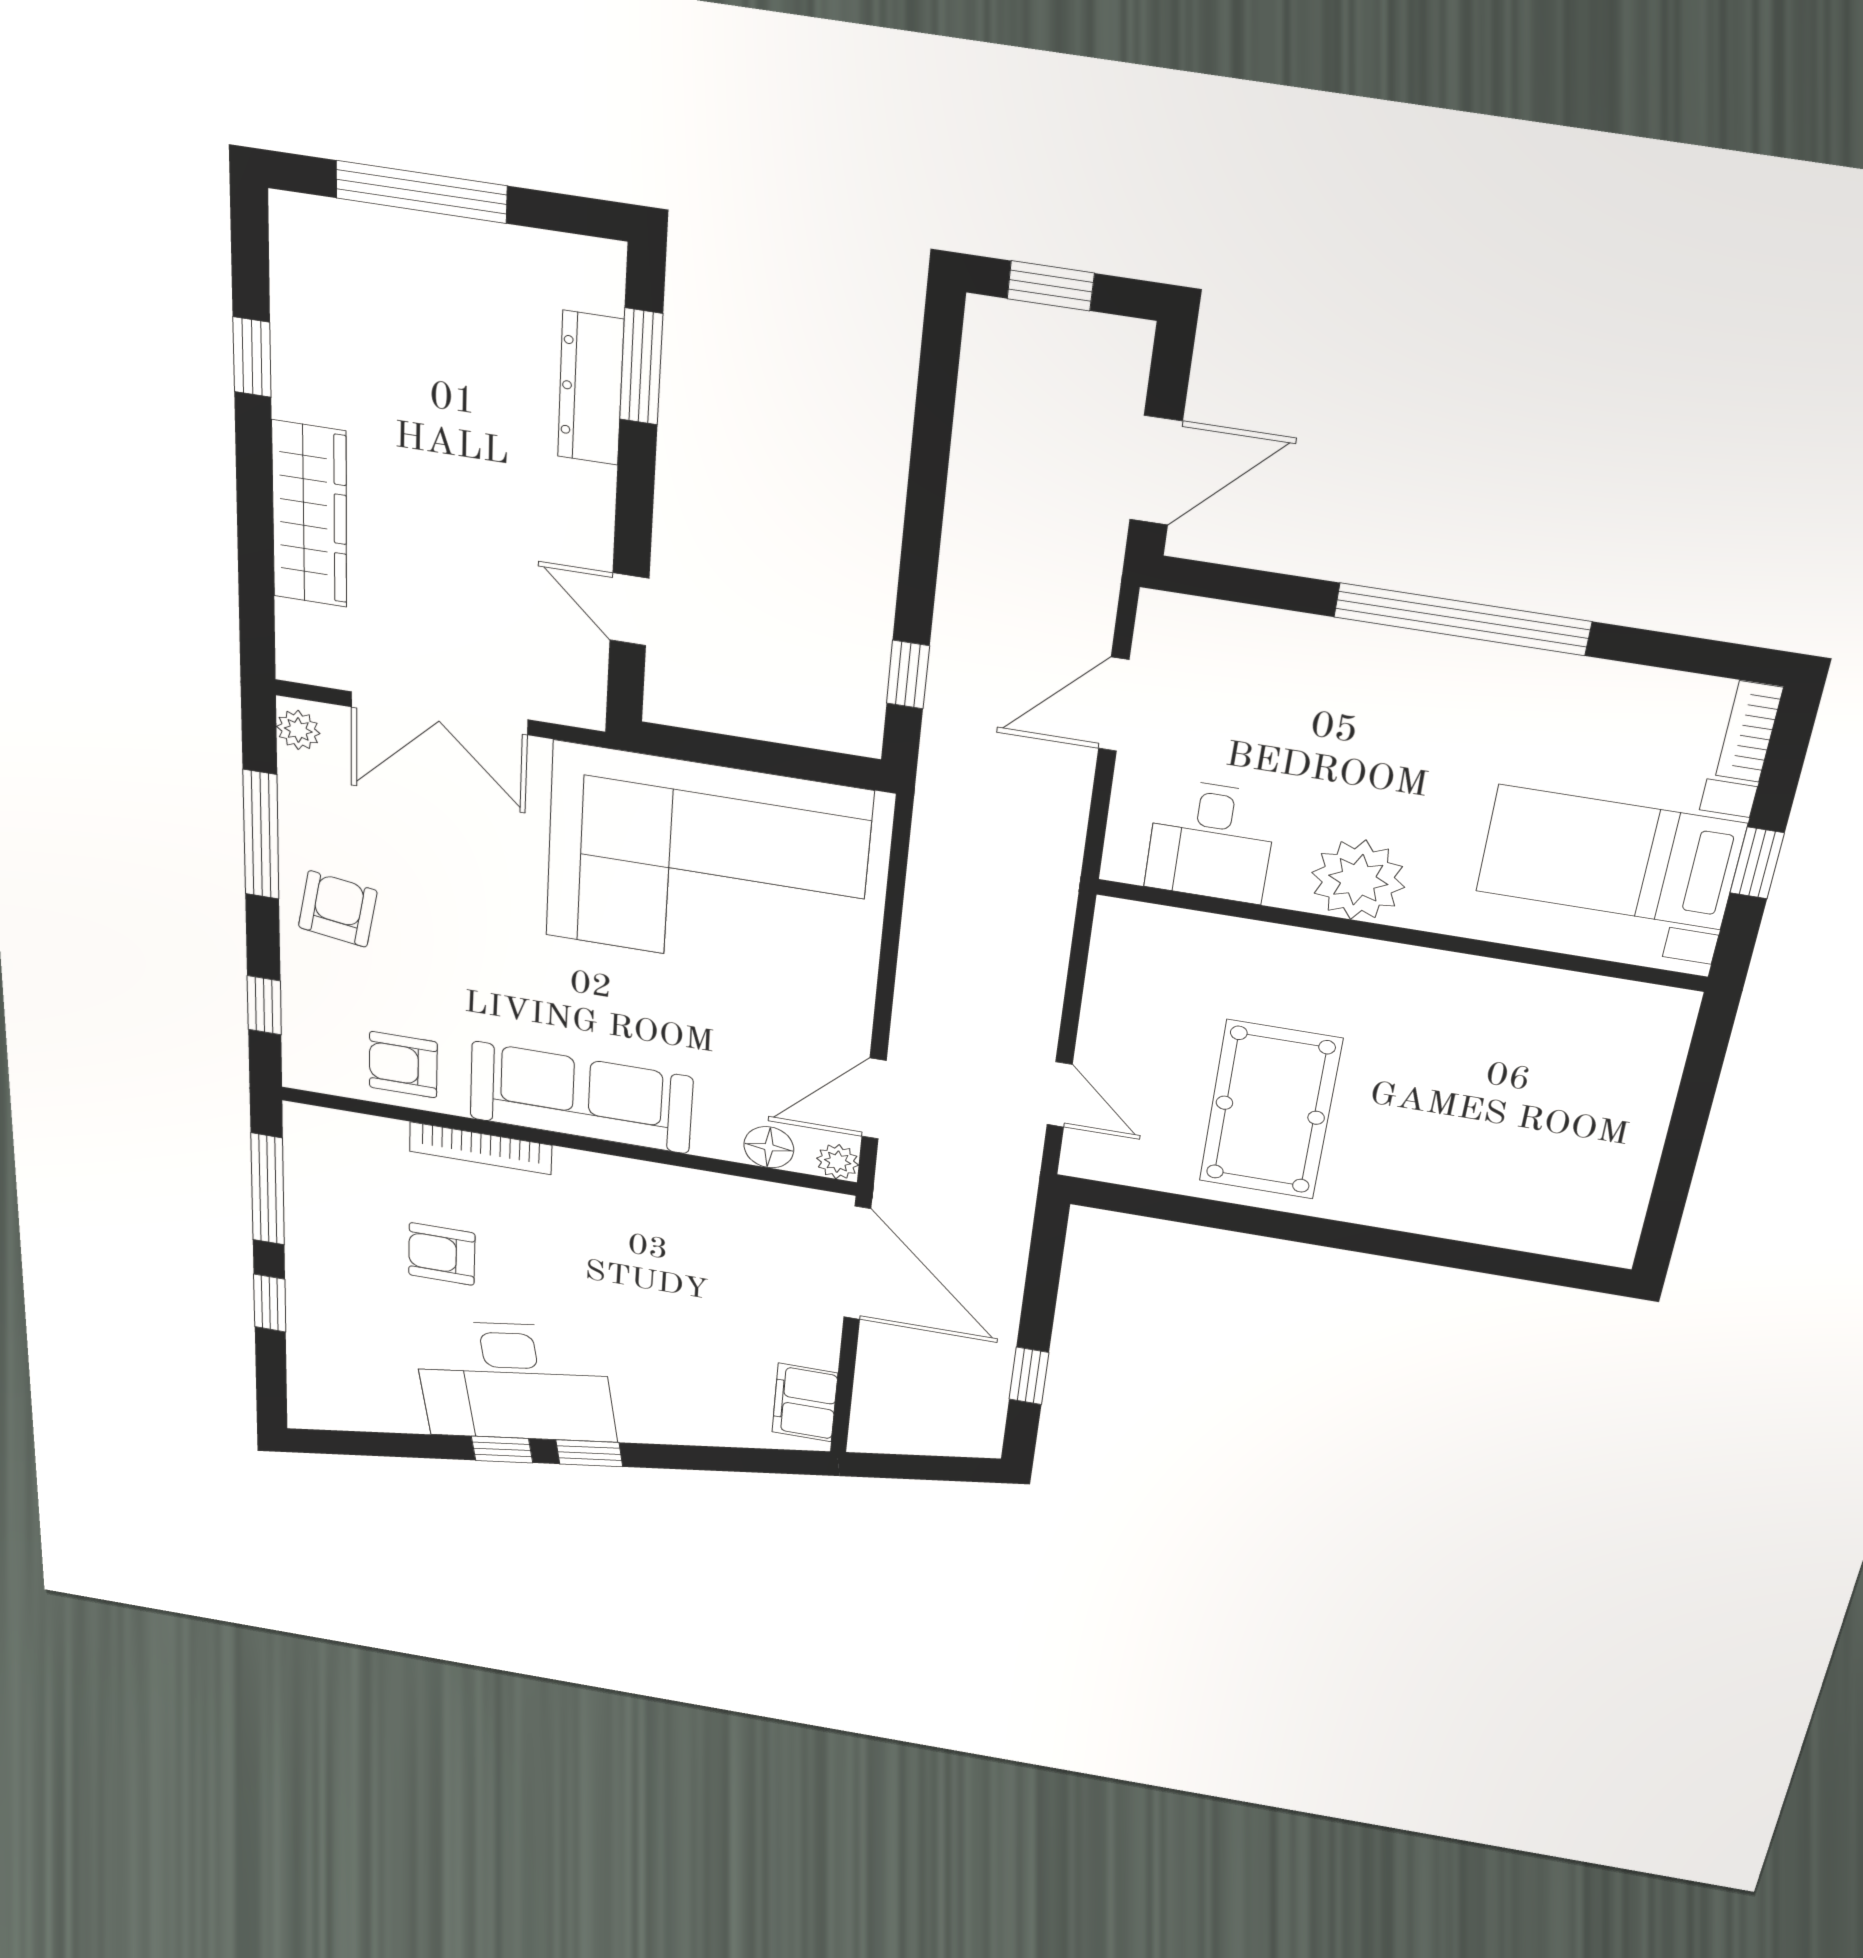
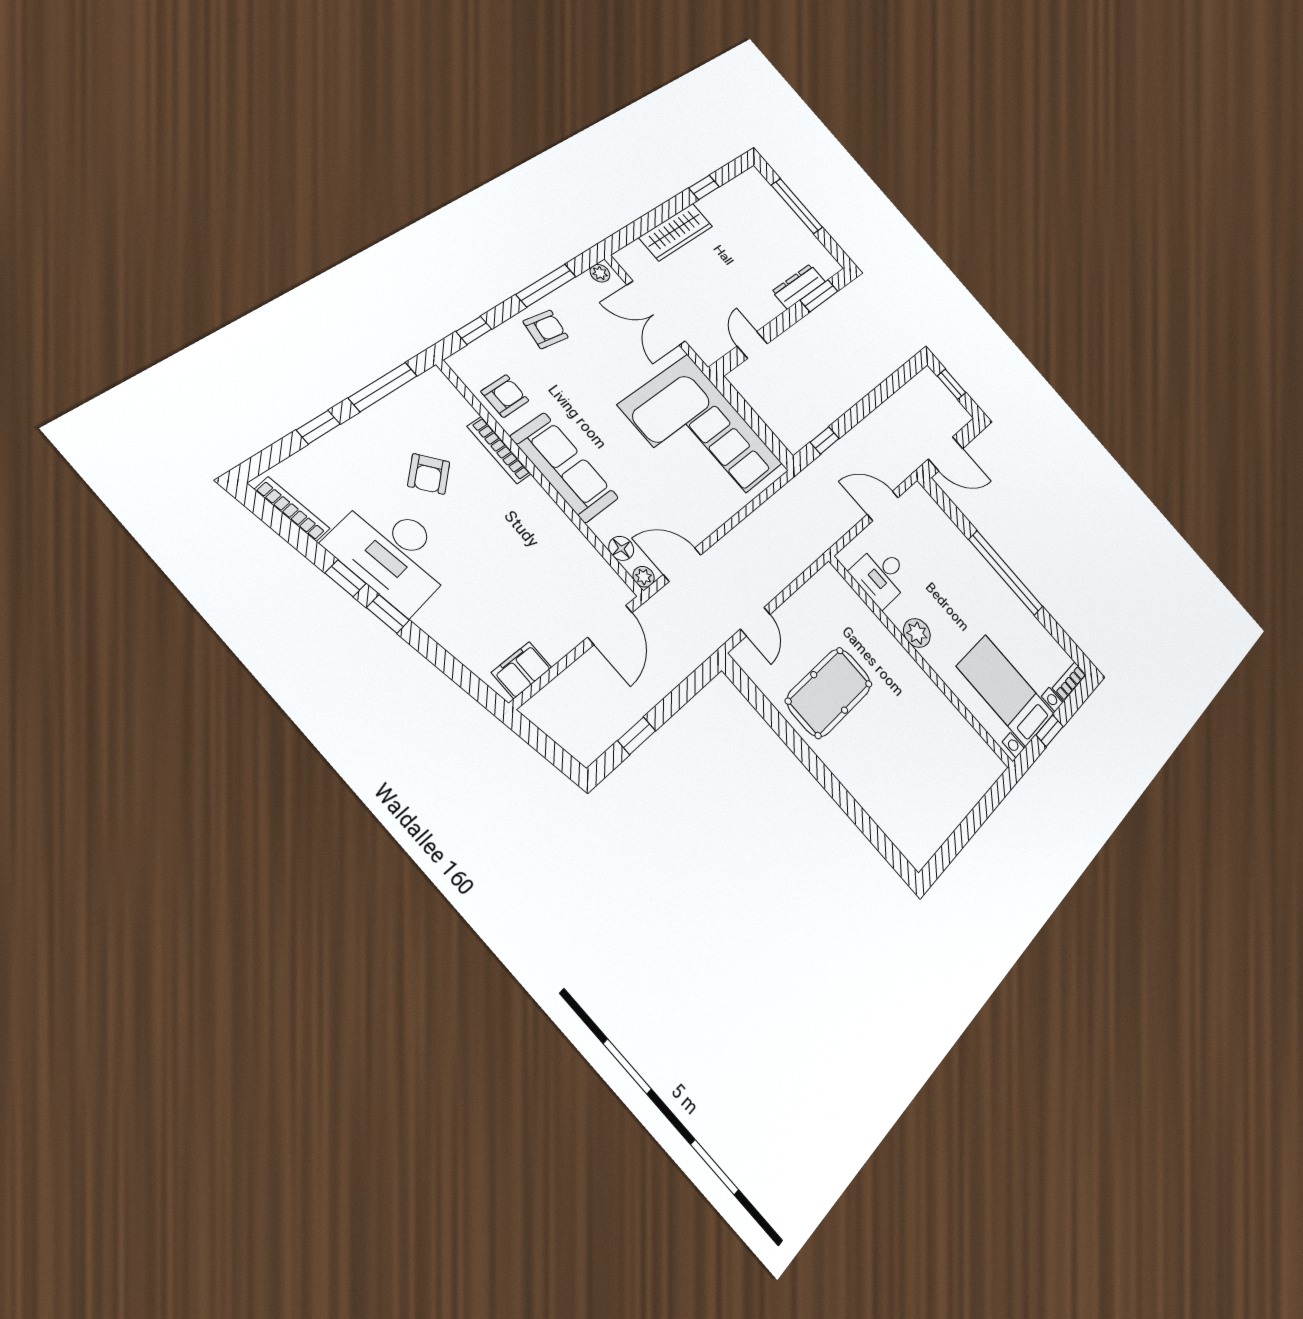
plant: (1358, 880) -> (917, 633), width x0.73, depth x0.73
armchair: (403, 1065) -> (505, 396), turned 90
armchair: (442, 1254) -> (429, 474), turned -131
door: (857, 1263) -> (610, 625), width x0.73
bookcase: (362, 1419) -> (292, 509), added

